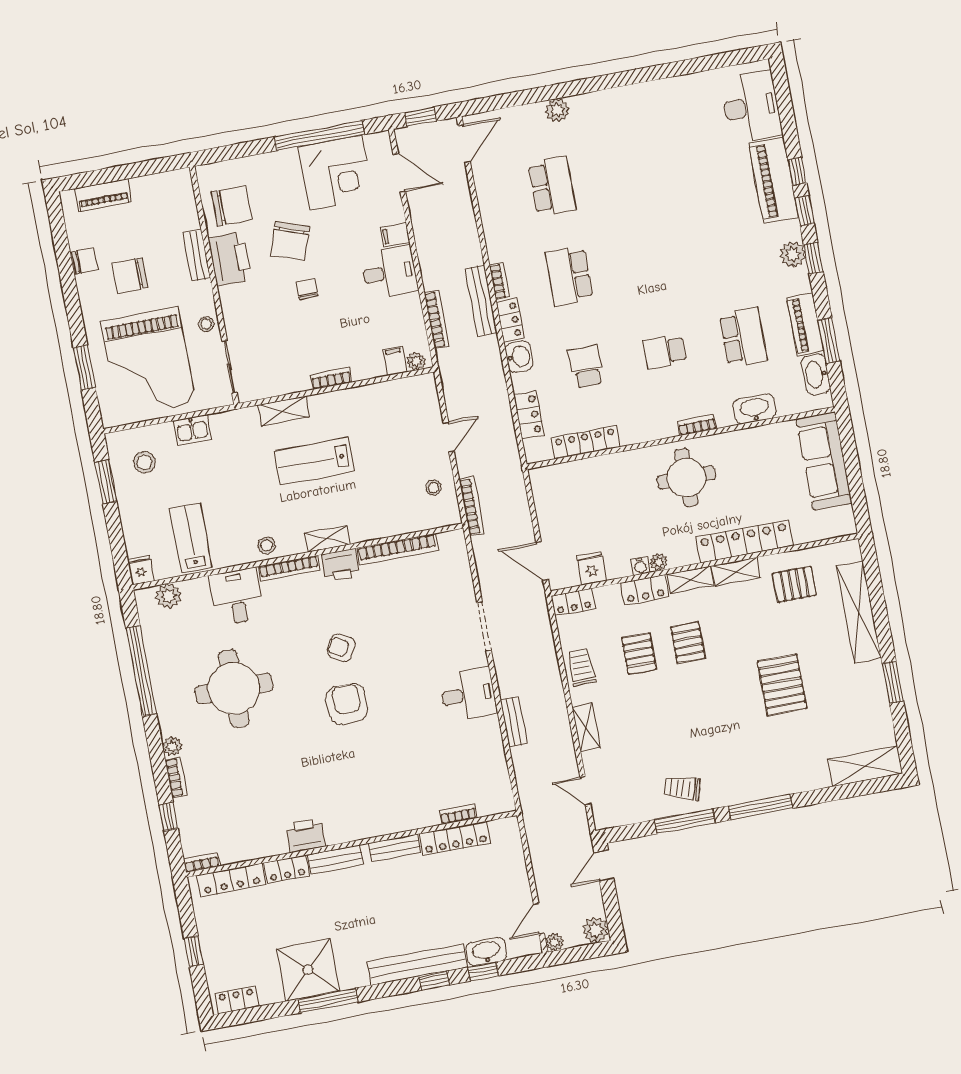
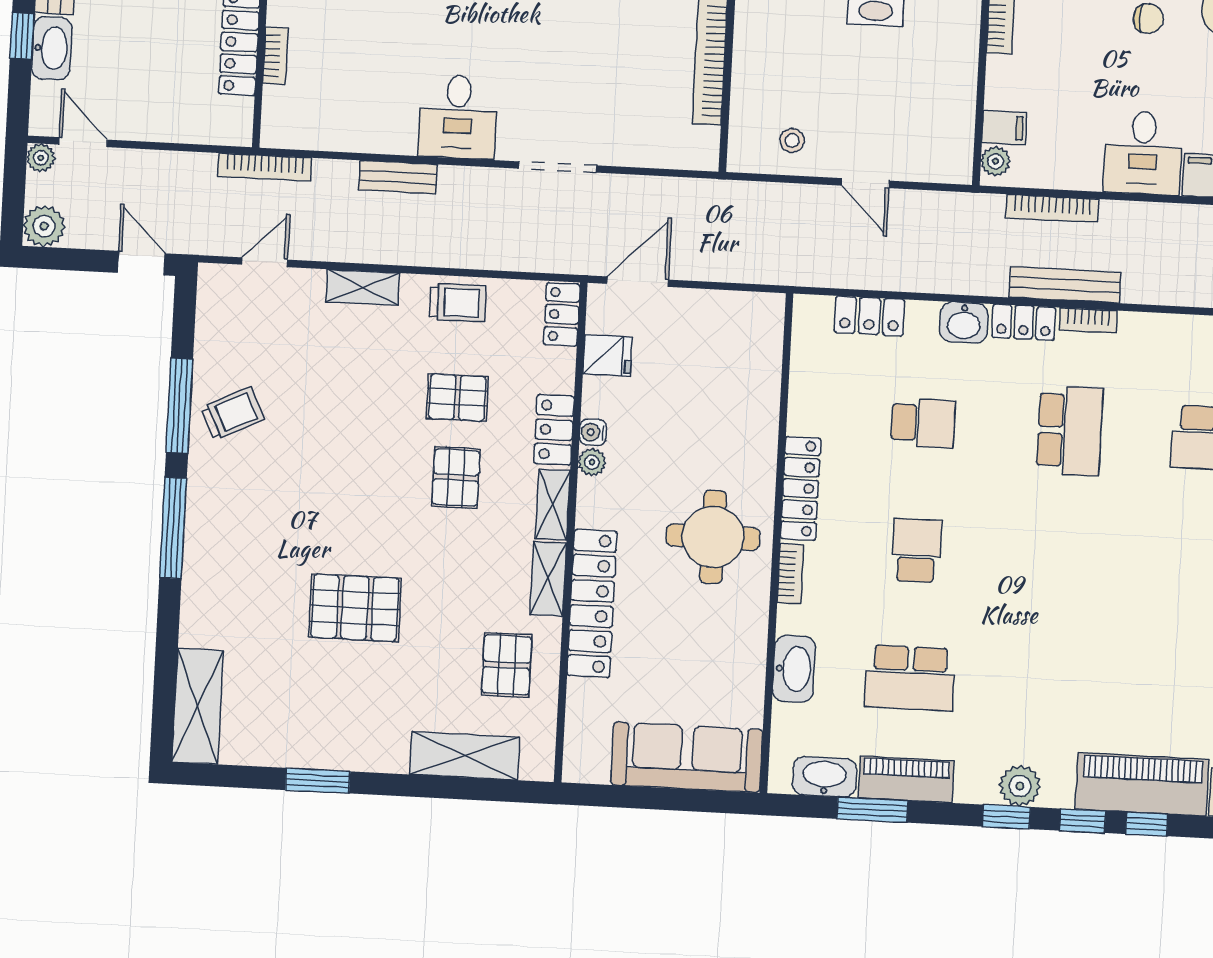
school desk: (569, 276) -> (1070, 431), turned 90
locker: (586, 442) -> (801, 488), moved
bookcase: (472, 507) -> (265, 167), moved
shelving: (859, 612) -> (465, 756), width x0.68
pallet: (688, 643) -> (456, 477), turned 90
trolley: (682, 788) -> (232, 414), turned 48

